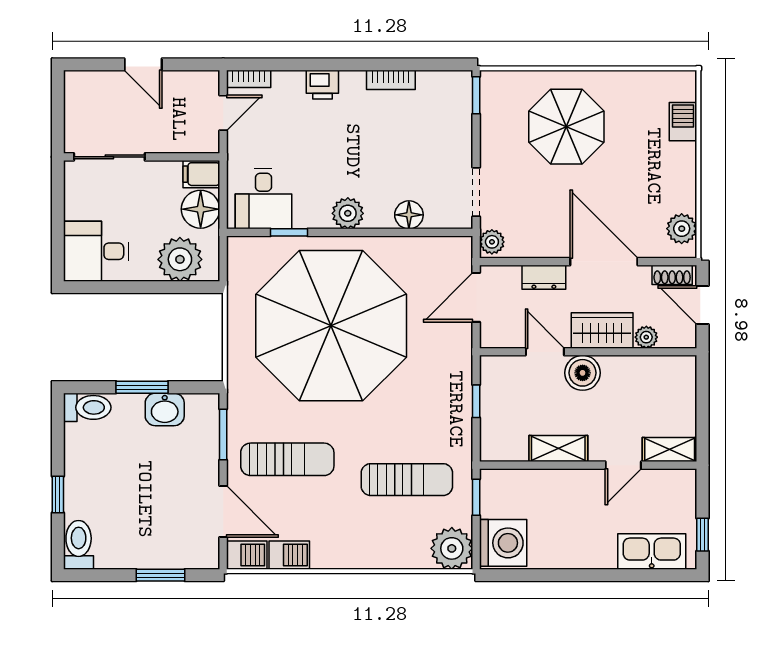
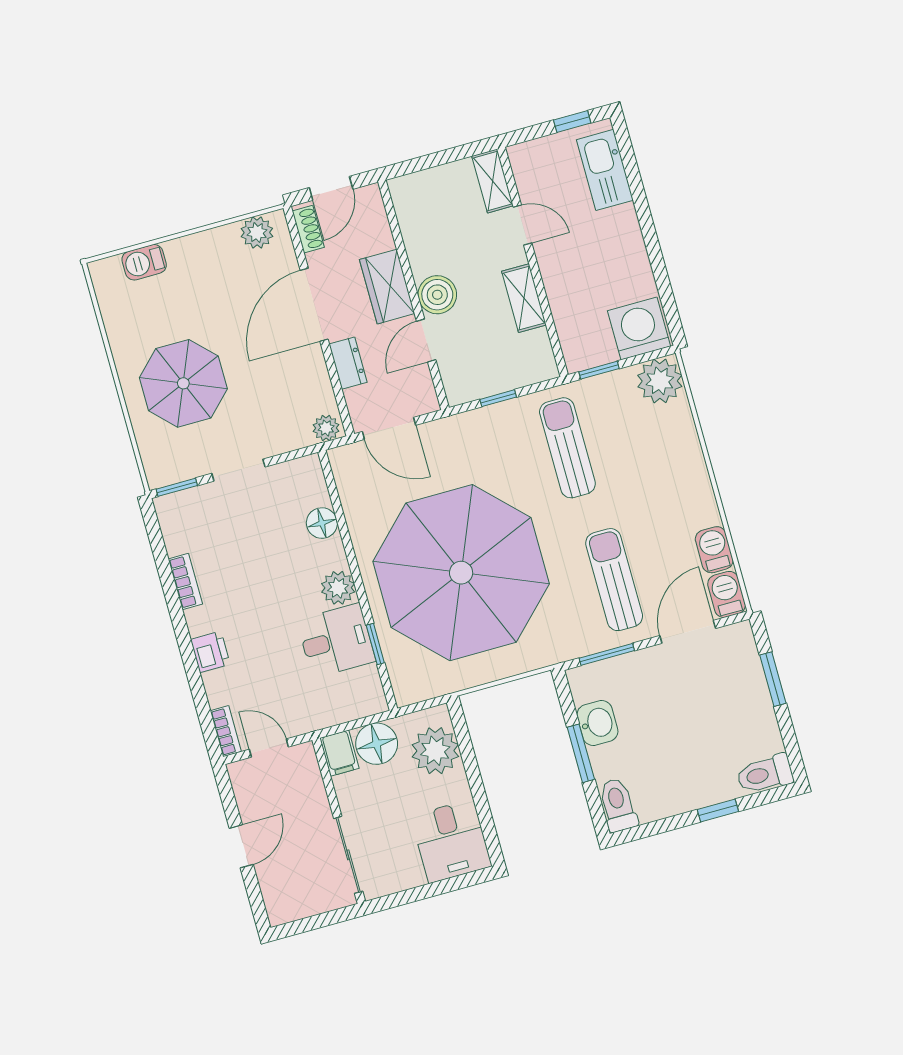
doorway: (476, 192) -> (238, 470), moved
desk: (263, 199) -> (336, 641), moved
plant: (646, 337) -> (381, 238), removed
sun lounger: (407, 480) -> (567, 448), moved

